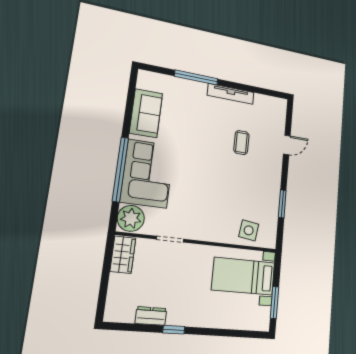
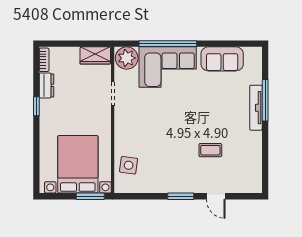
tv unit: (231, 94) -> (256, 108), moved
window: (282, 204) -> (181, 196), moved
bed with nightstands: (244, 276) -> (78, 164), width x1.36
window: (274, 302) -> (90, 196), moved
bookcase: (120, 317) -> (44, 60), added

